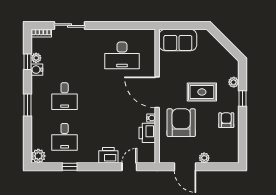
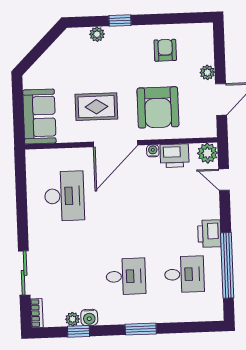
rug: (202, 92) -> (96, 107), moved, turned 90
armchair: (226, 120) -> (165, 50), moved, turned 90
armchair: (181, 123) -> (158, 107), turned -90
printer: (108, 155) -> (209, 234), moved
plant: (38, 156) -> (207, 153), moved
window: (70, 167) -> (227, 265), width x3.17

